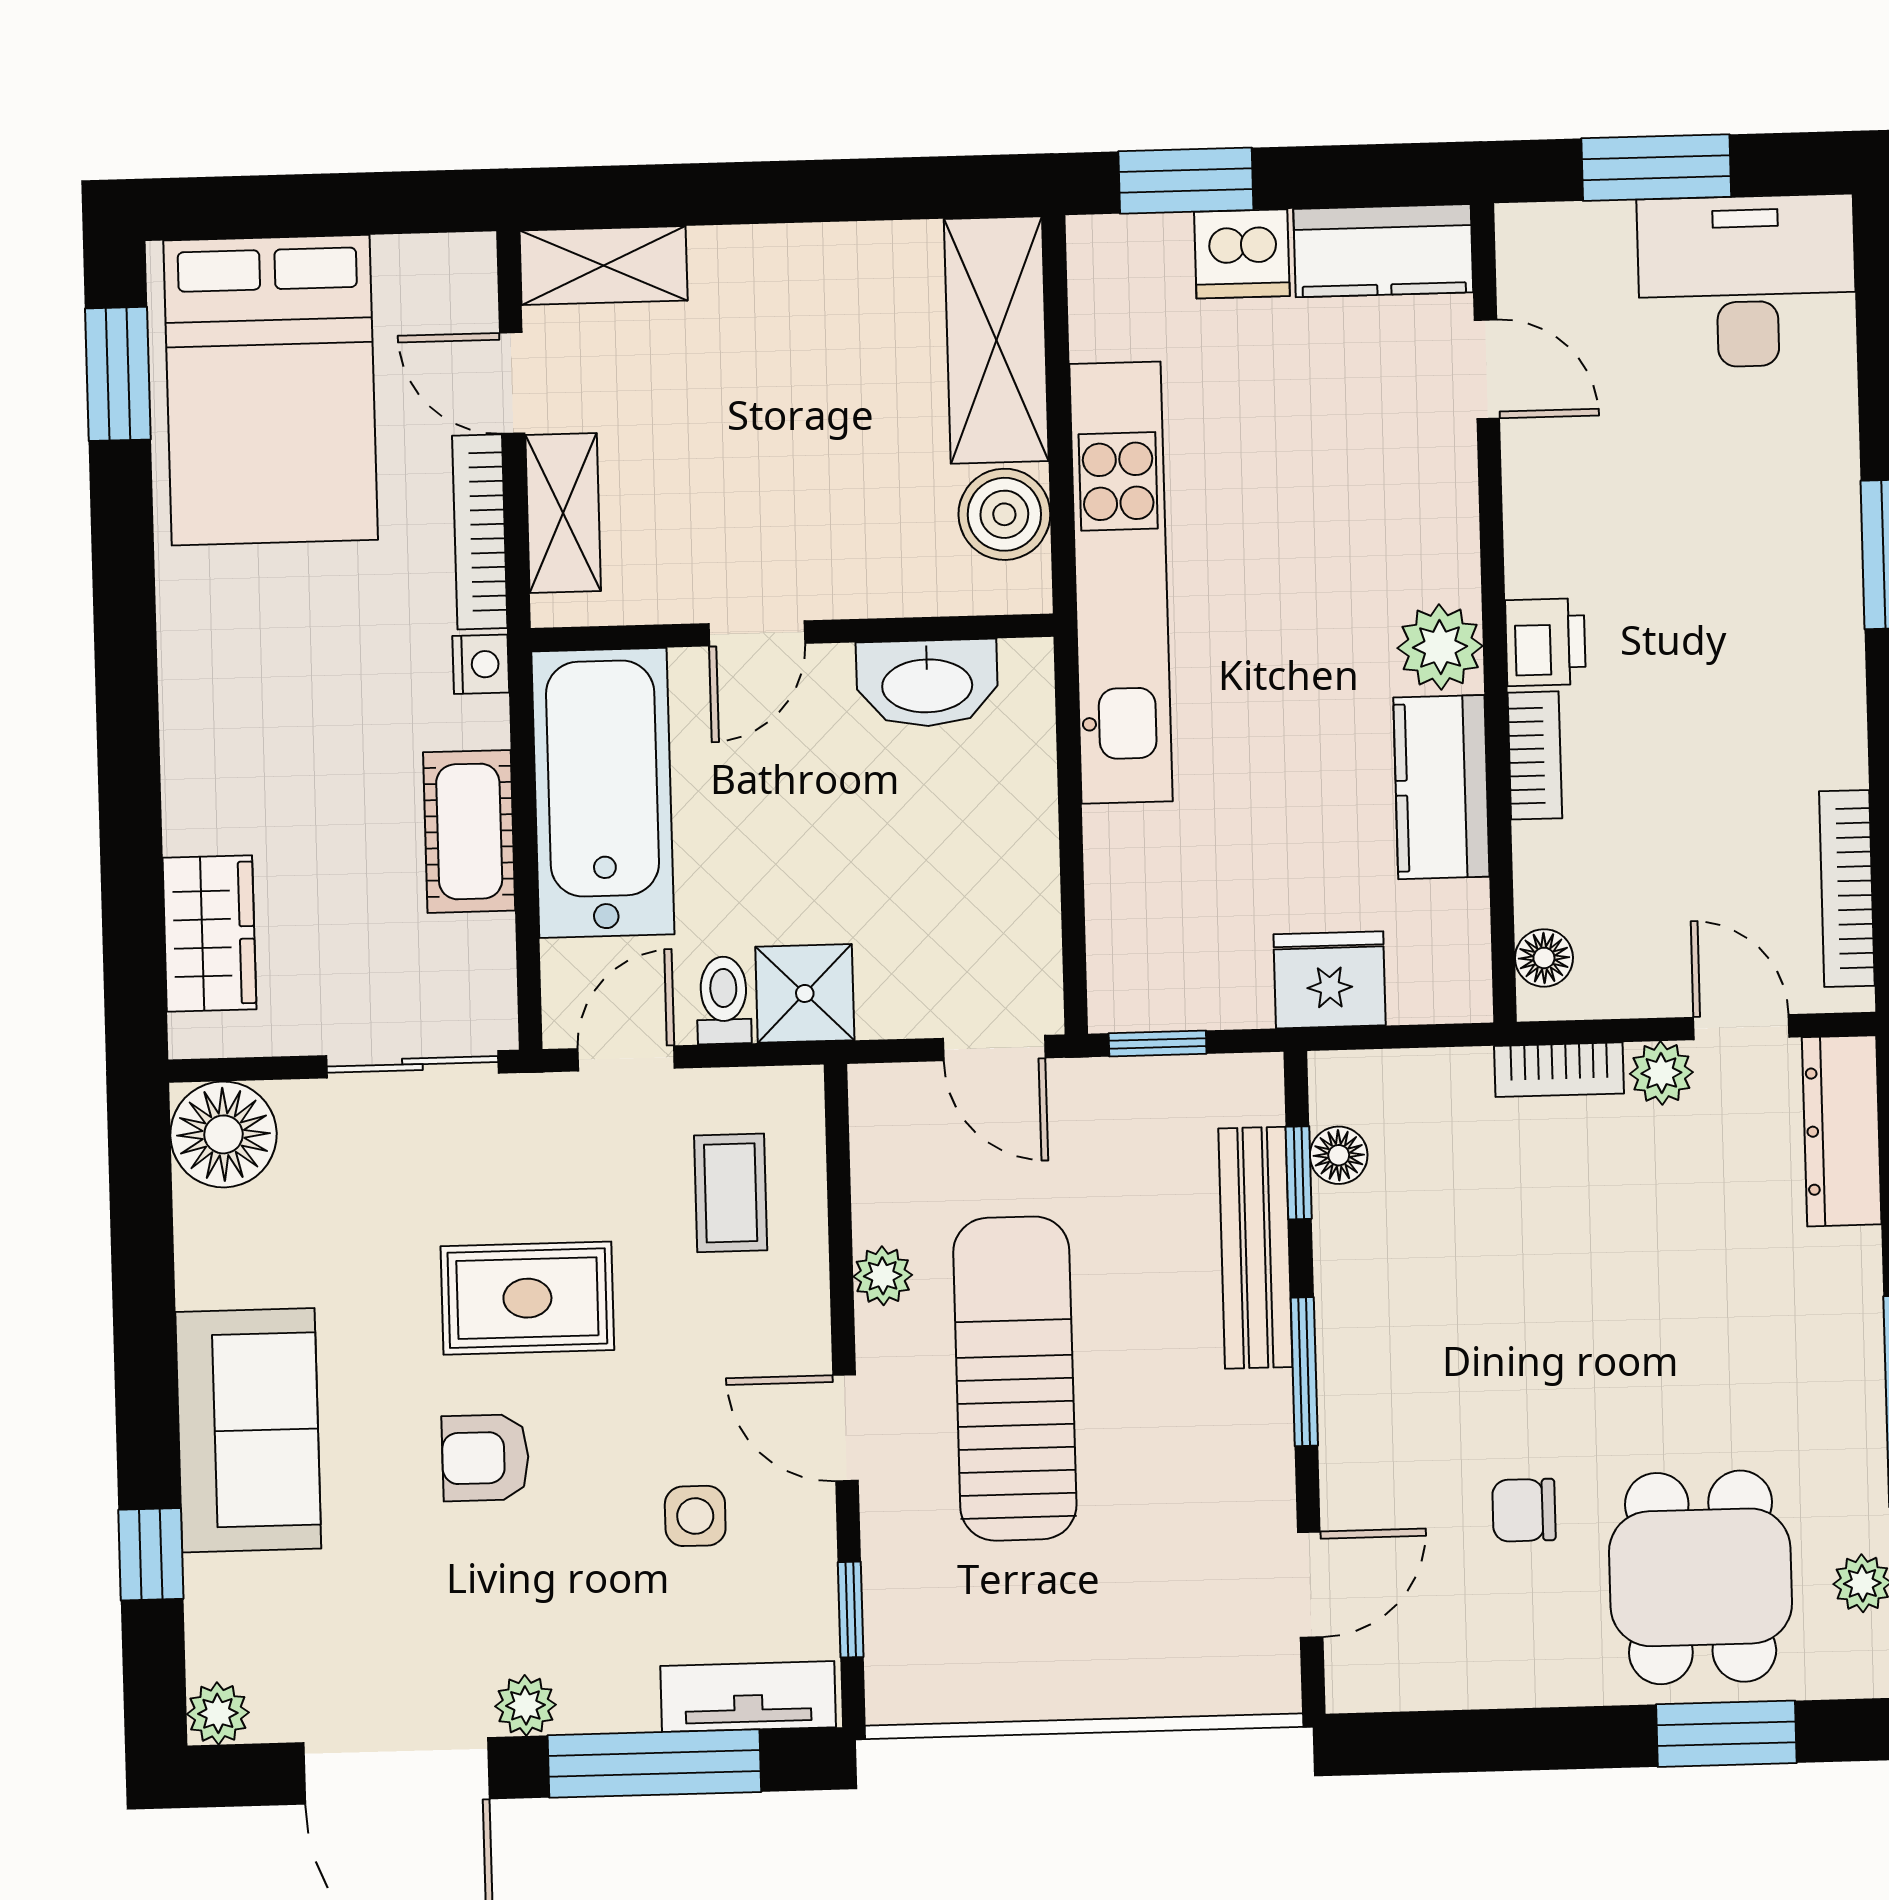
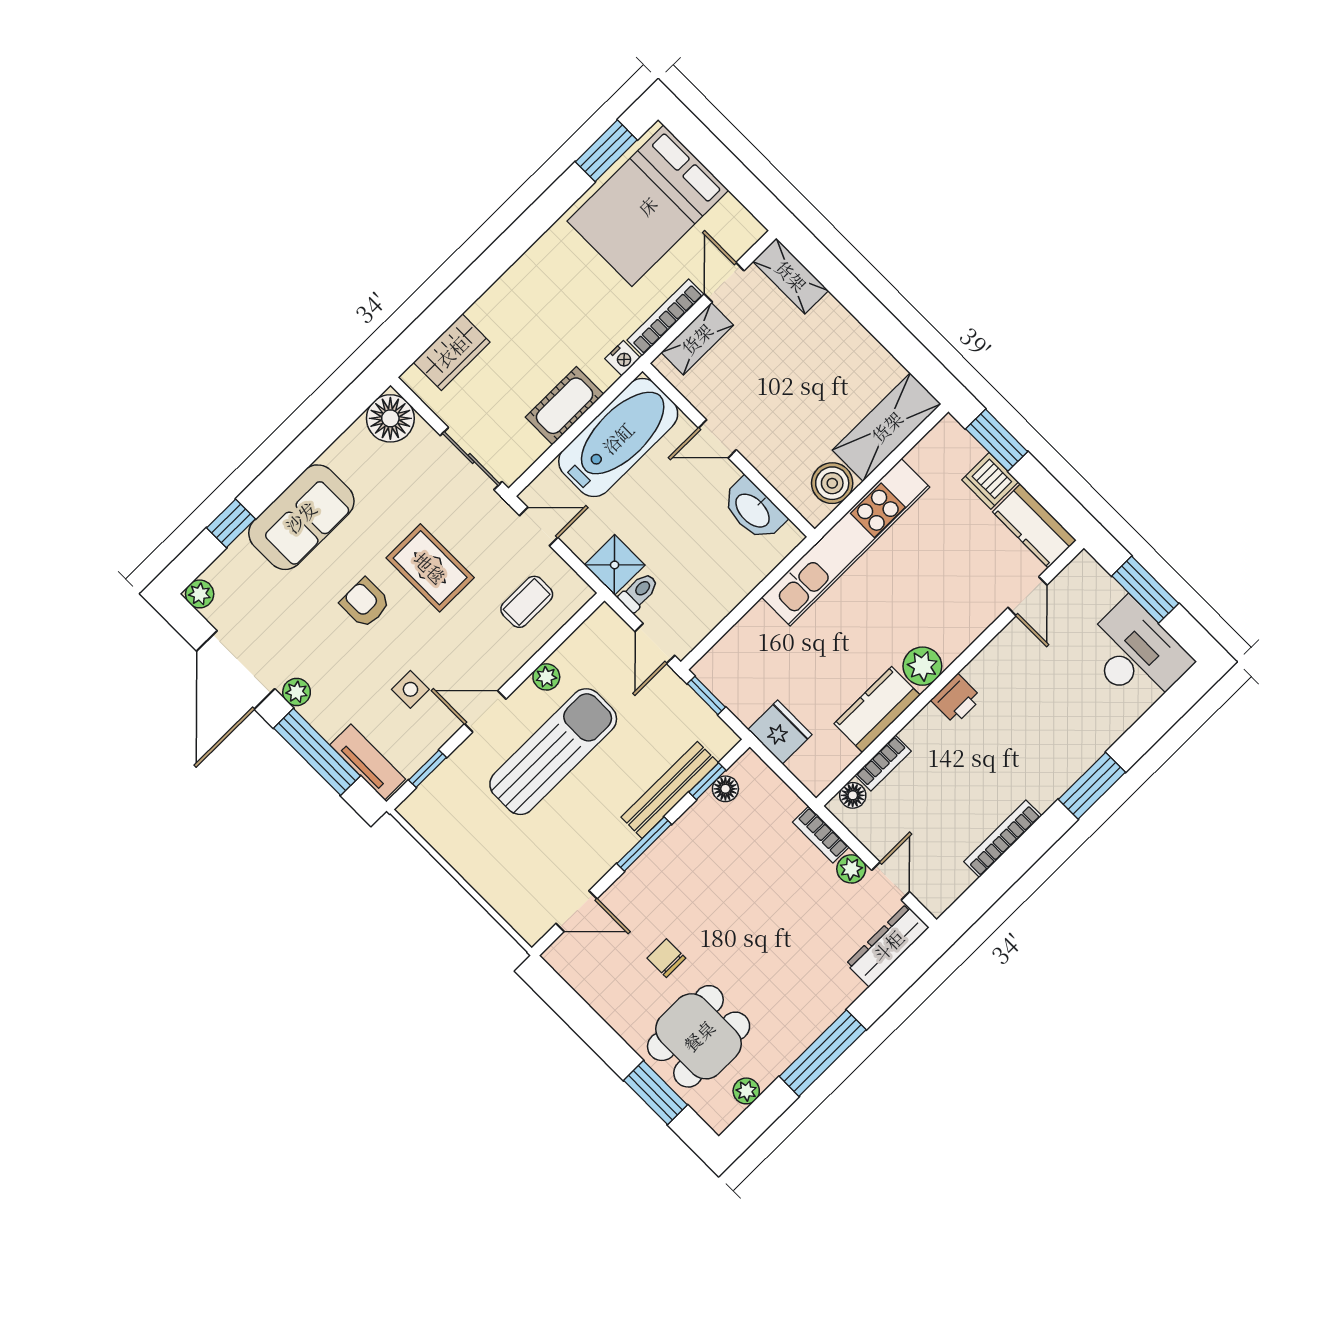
bookcase: (1535, 755) -> (883, 763), moved
bookcase: (1847, 888) -> (1003, 839), moved
toilet: (724, 1000) -> (639, 592), moved
door: (846, 1428) -> (485, 711), hinge flipped

